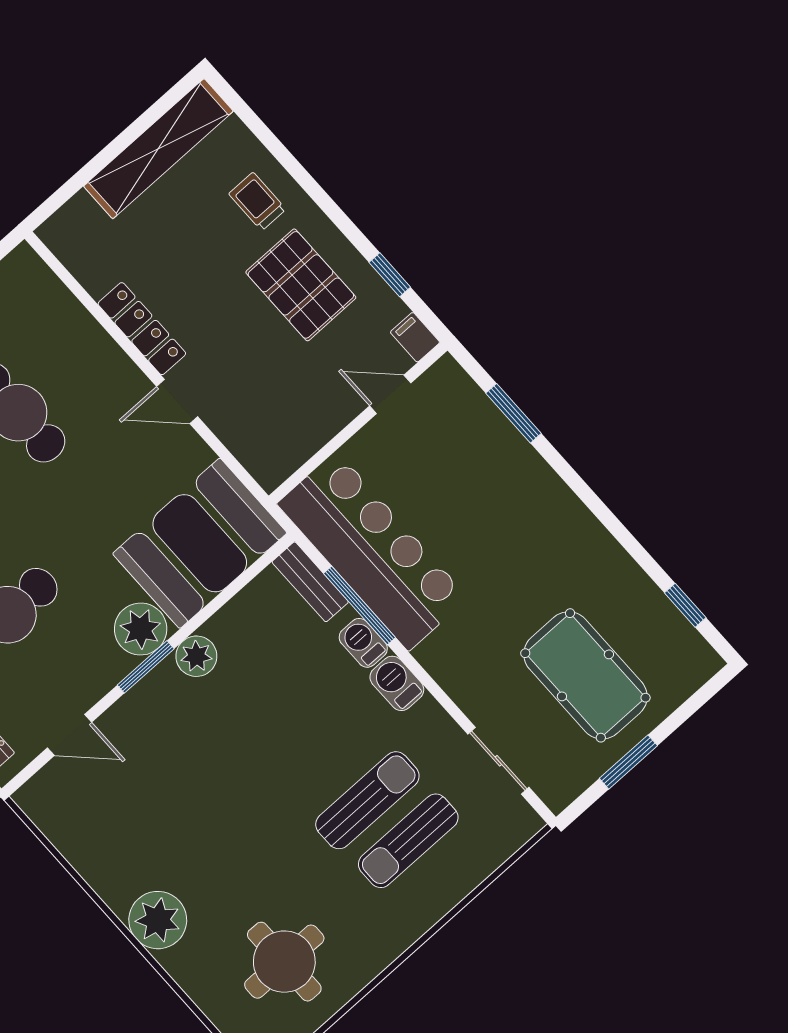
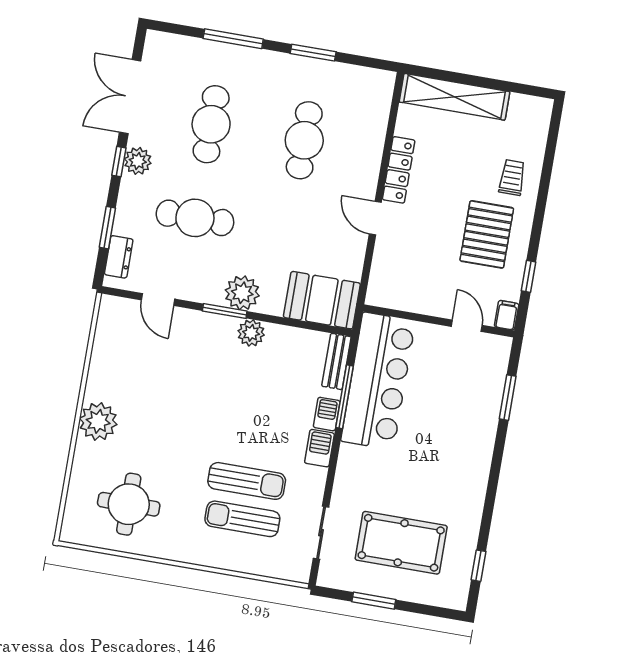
shelving: (158, 149) -> (454, 97), moved
booth: (200, 543) -> (322, 300), width x0.73, depth x0.70
pool table: (585, 675) -> (401, 543), turned 90

